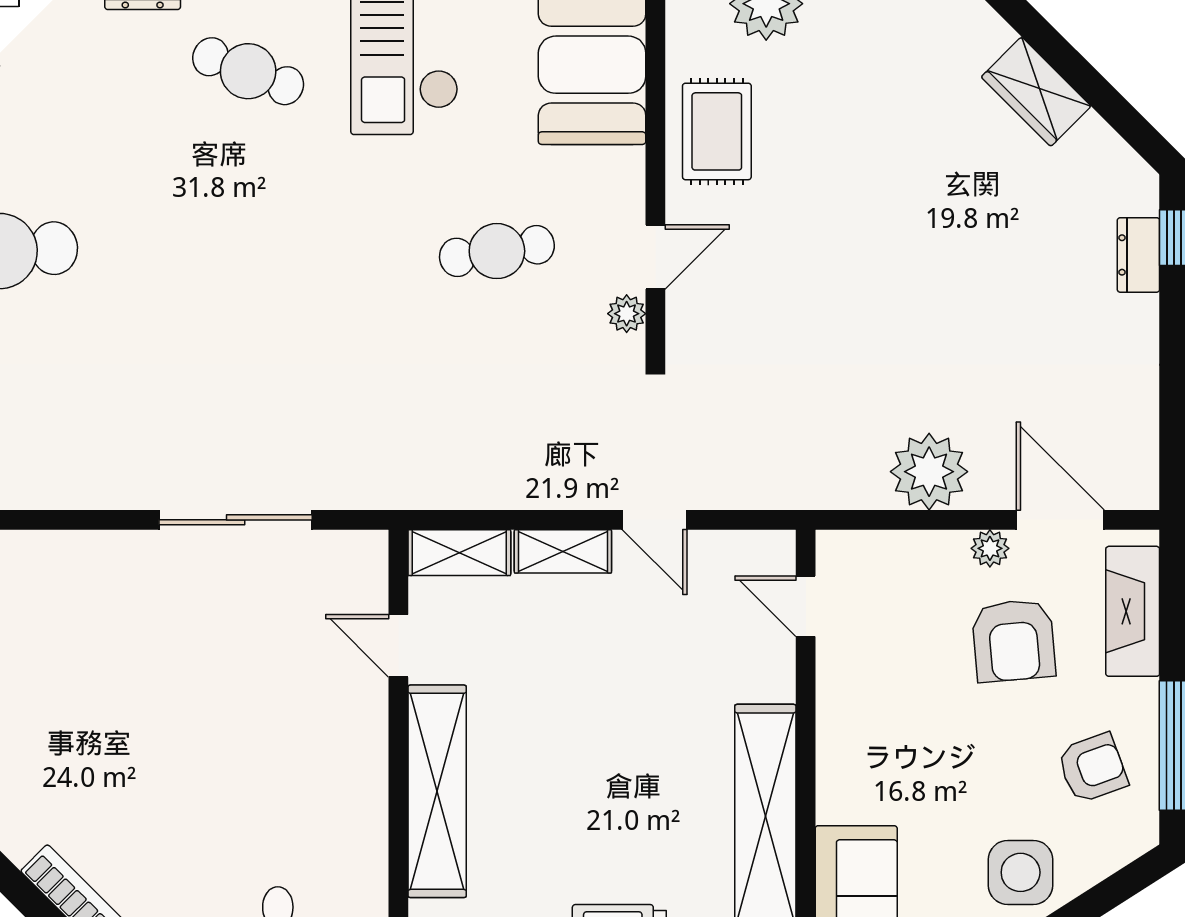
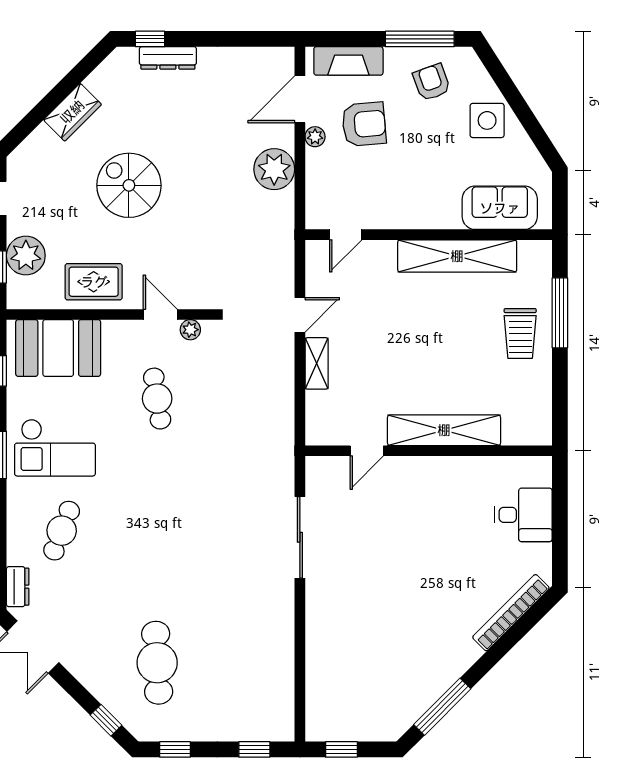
spiral stairs: (898, 198) -> (129, 185), added
dresser: (1138, 255) -> (168, 58), width x1.44
shelving: (459, 553) -> (317, 418), removed

